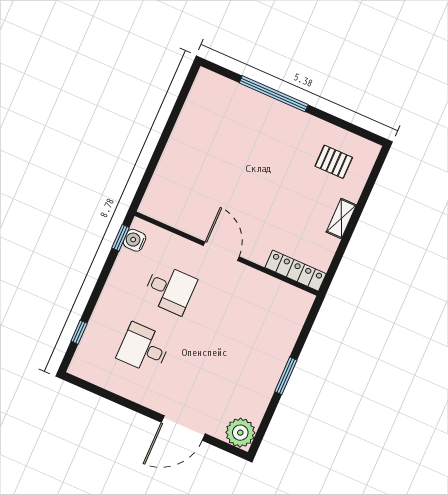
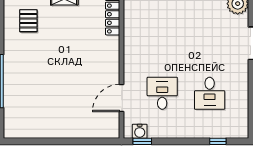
door: (221, 251) -> (122, 98), moved

